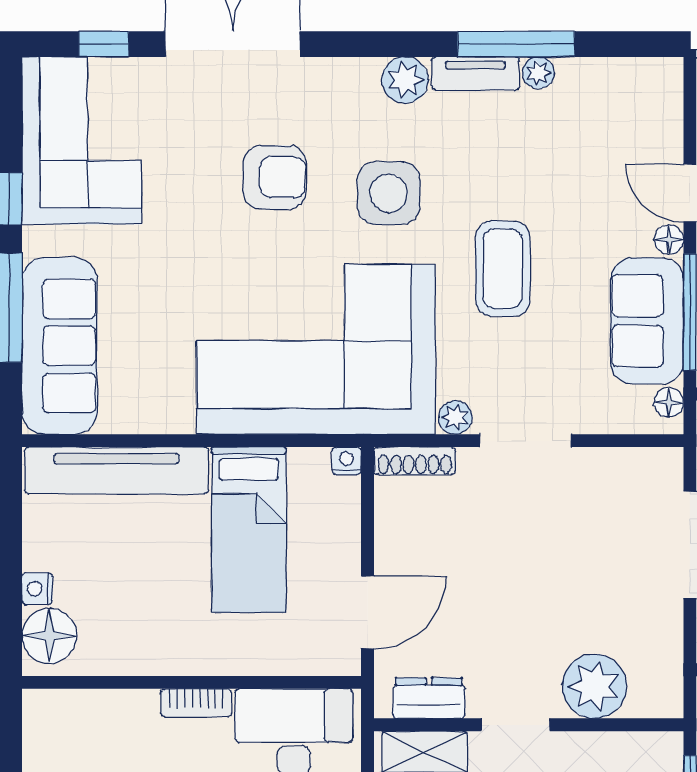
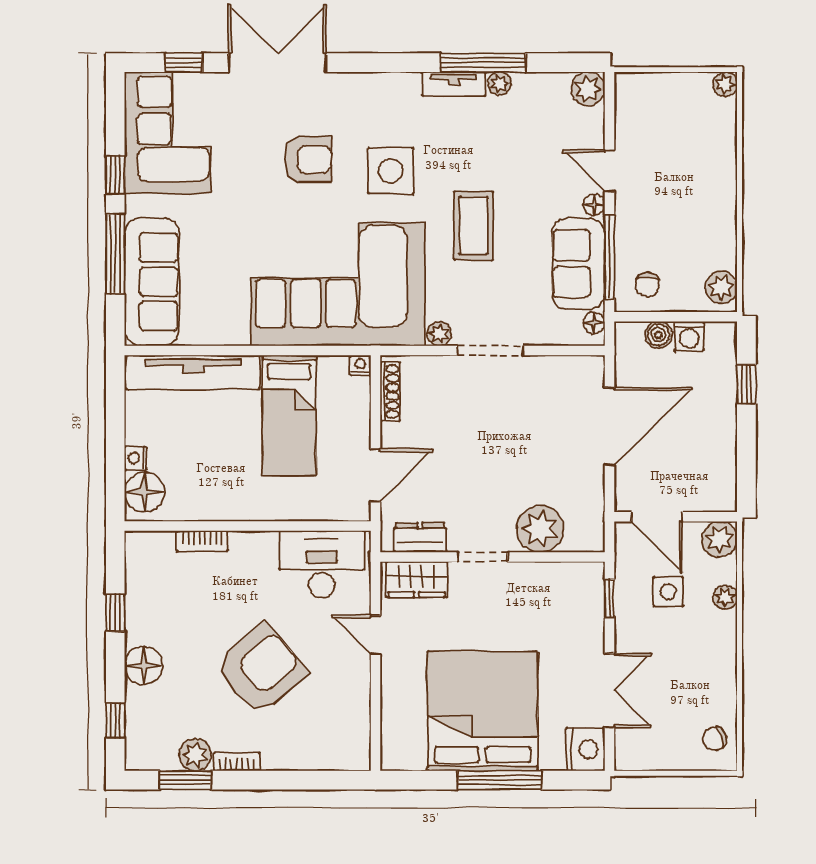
plant: (405, 80) -> (588, 89), moved
shoe rack: (415, 461) -> (390, 392), moved, turned -90
bookcase: (196, 703) -> (202, 541), moved

